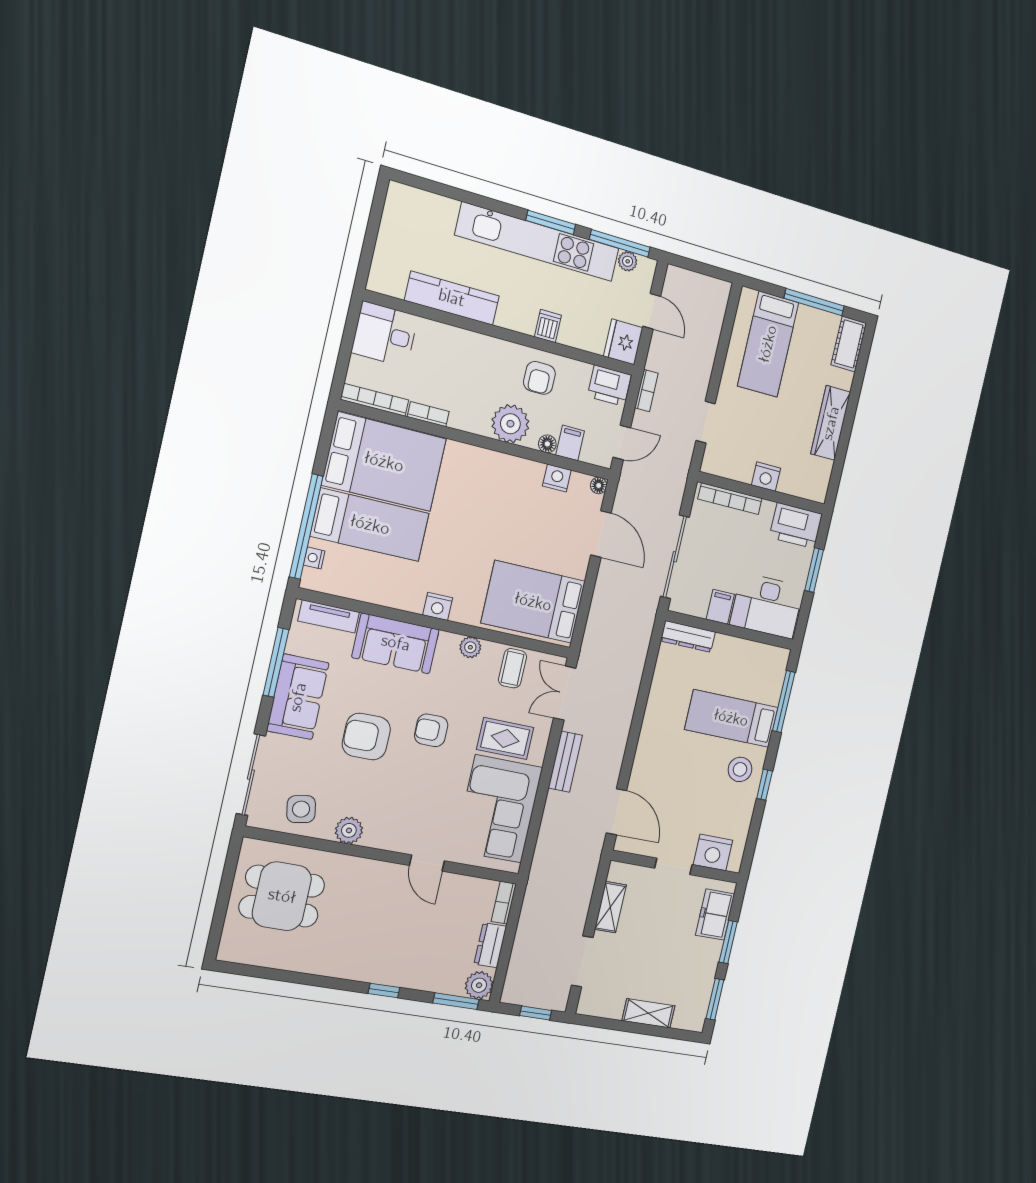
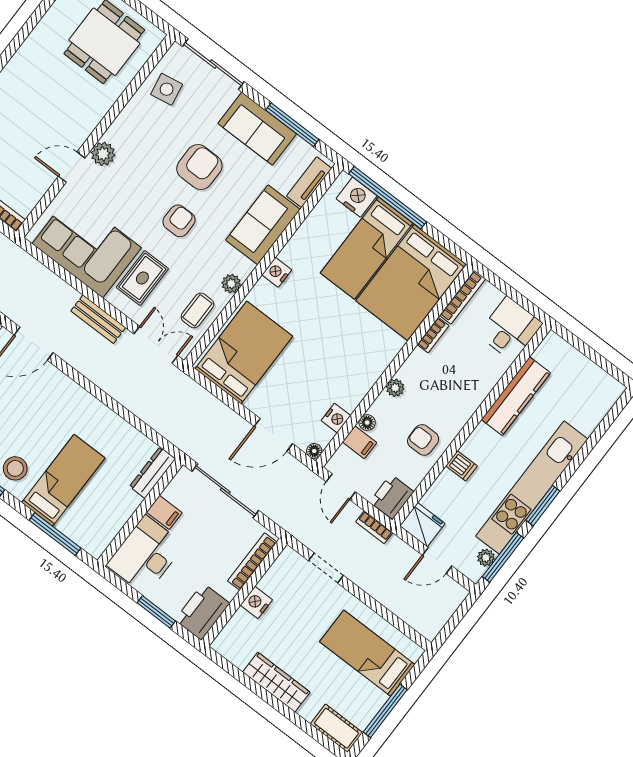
plant: (510, 424) -> (395, 388), width x0.53, depth x0.53
nightstand: (314, 558) -> (357, 197), width x1.89, depth x1.79
coffee table: (513, 668) -> (197, 310), turned 90
plant: (349, 830) -> (103, 154), moved

